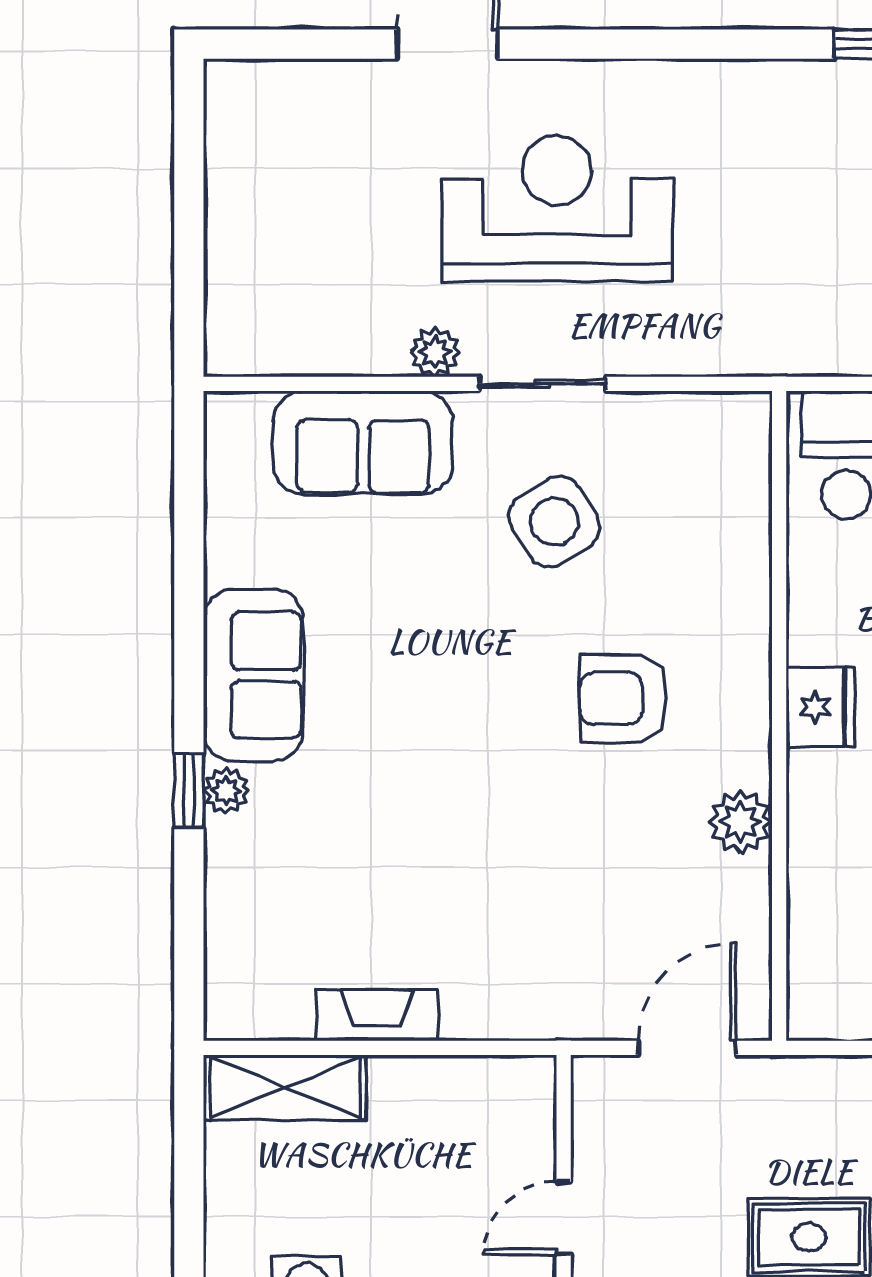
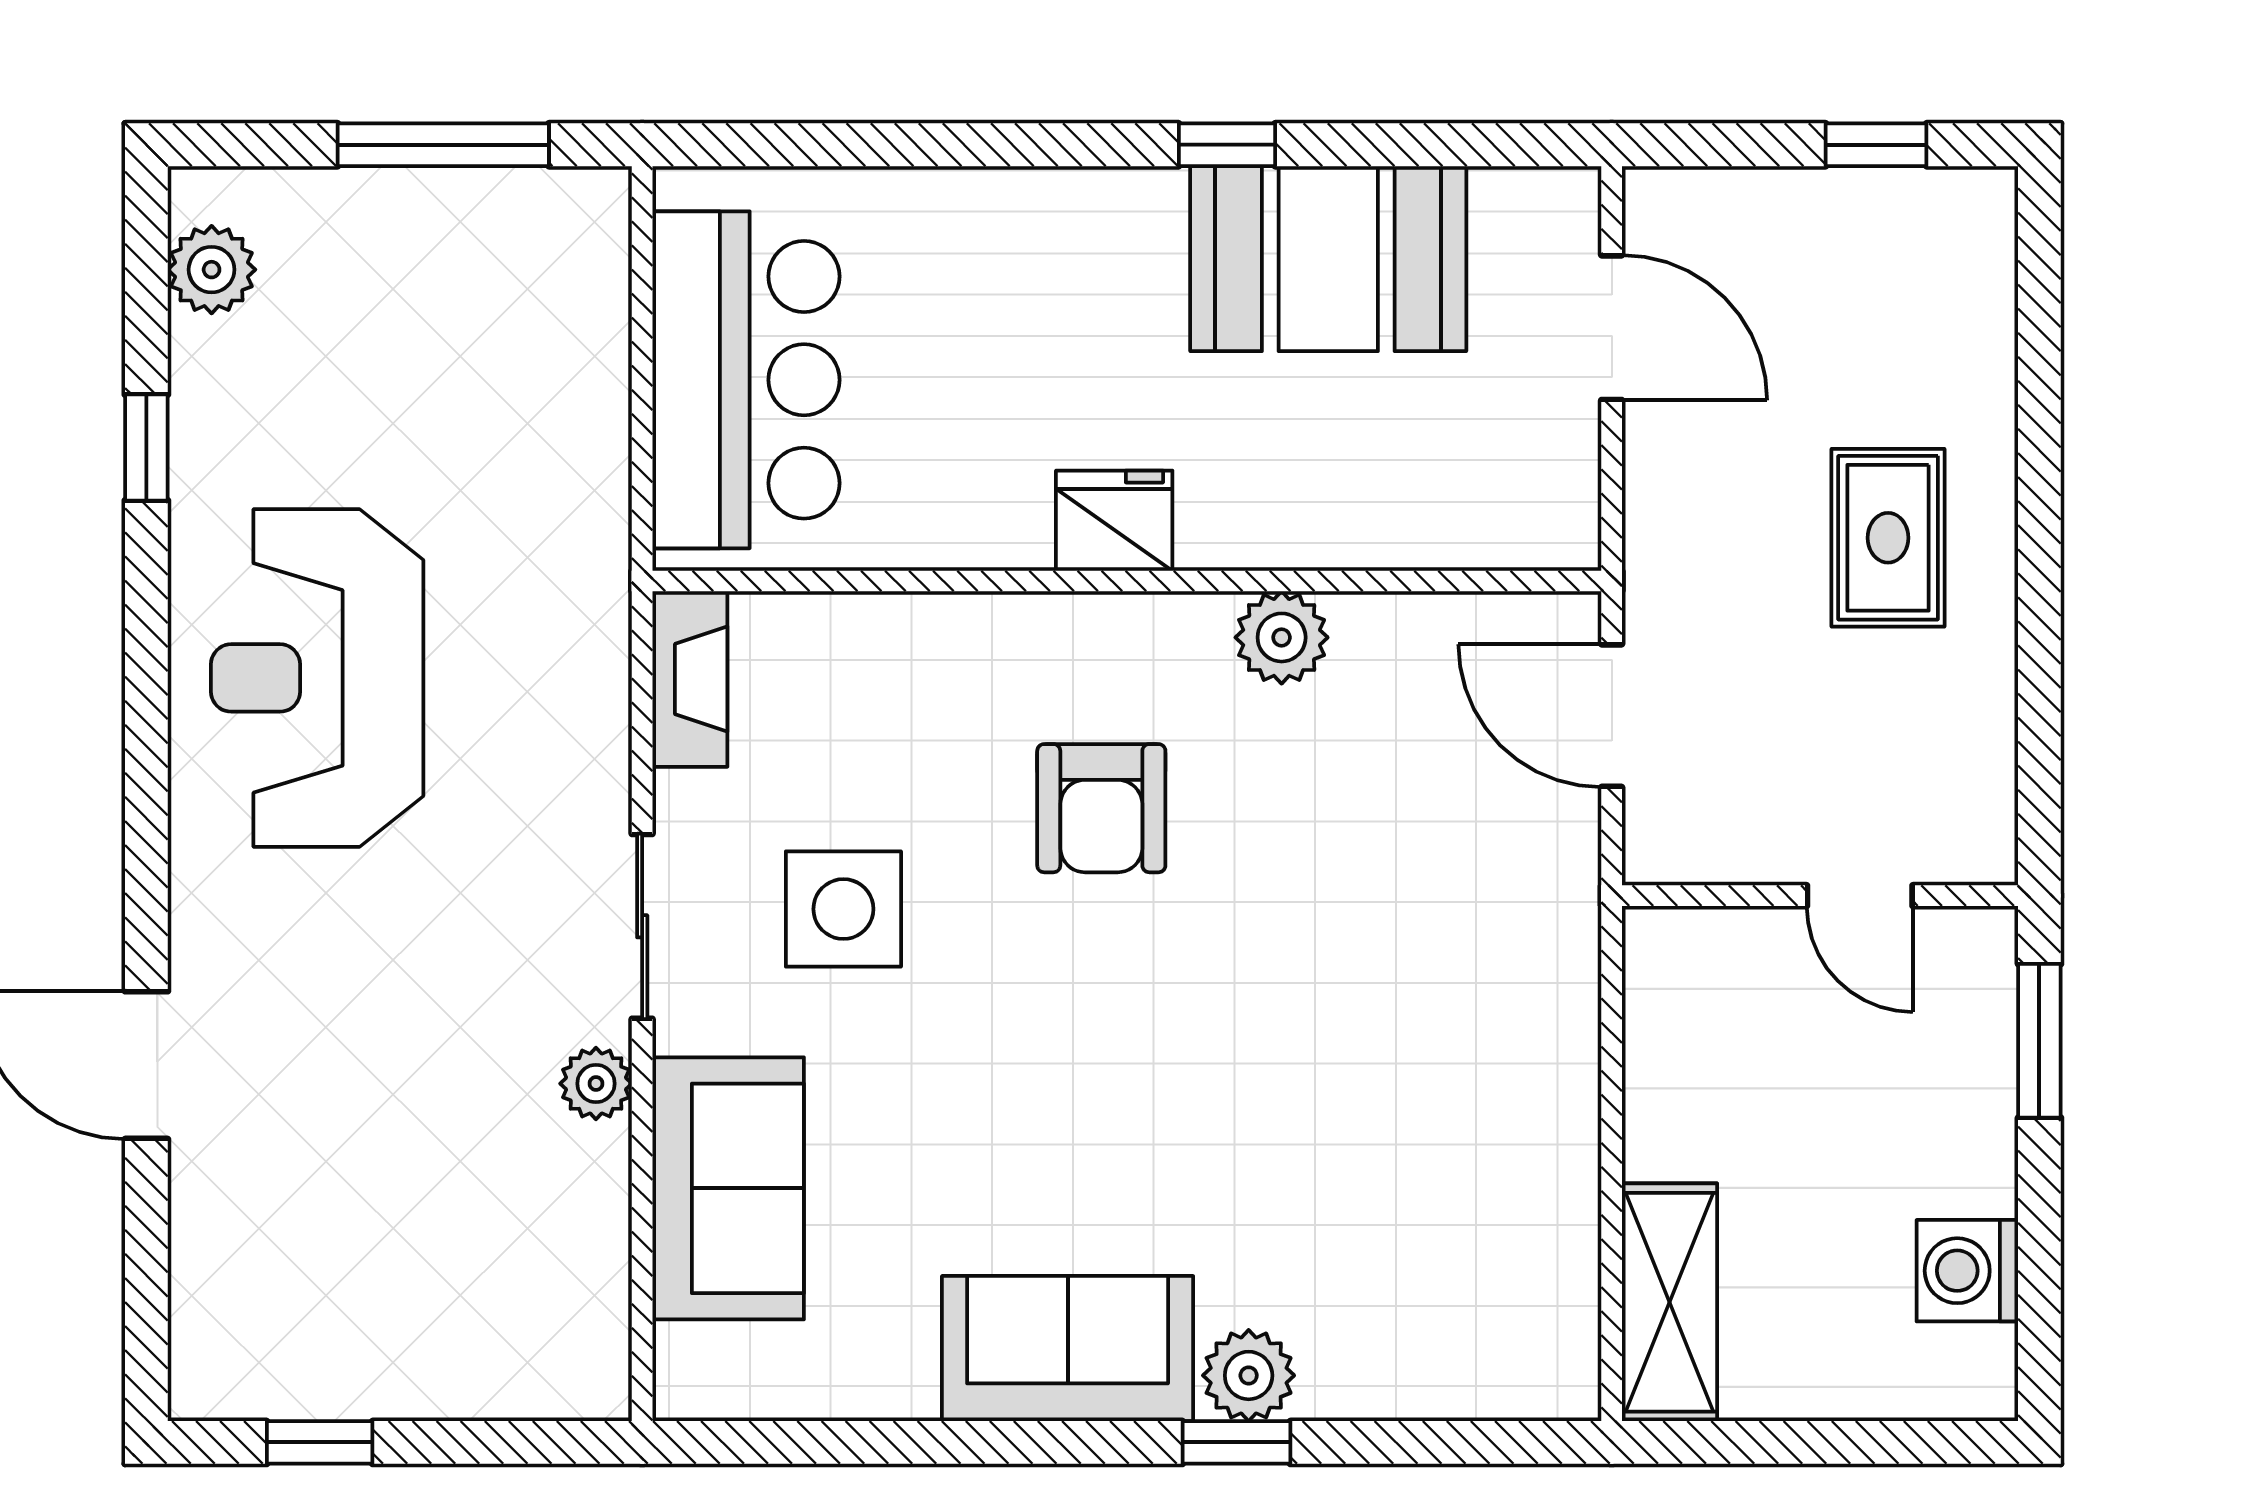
window: (189, 163) -> (320, 1442), added
reception desk: (557, 208) -> (317, 678), moved
side table: (554, 522) -> (843, 909), turned 32
plant: (226, 791) -> (1249, 1375), width x1.38, depth x1.38
fireplace: (377, 1015) -> (690, 679), moved, turned 180

